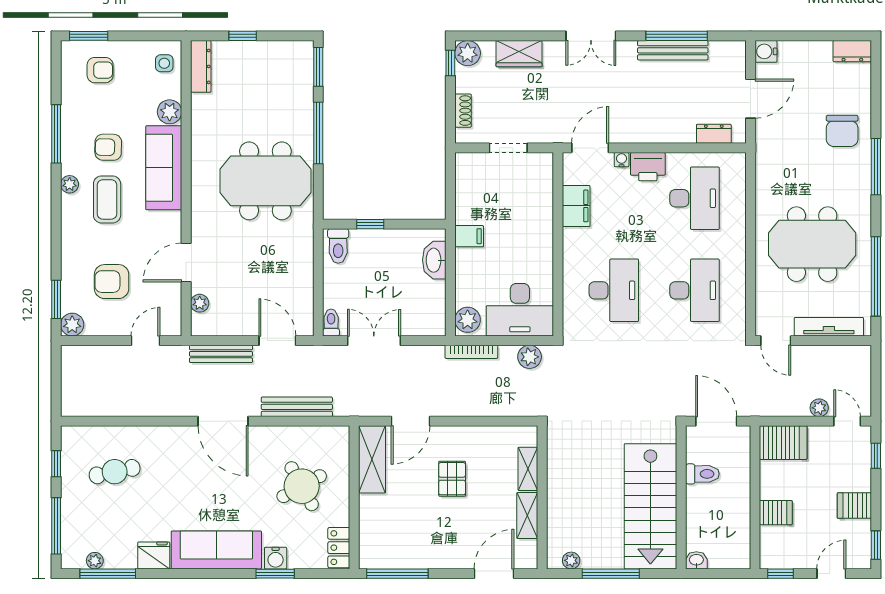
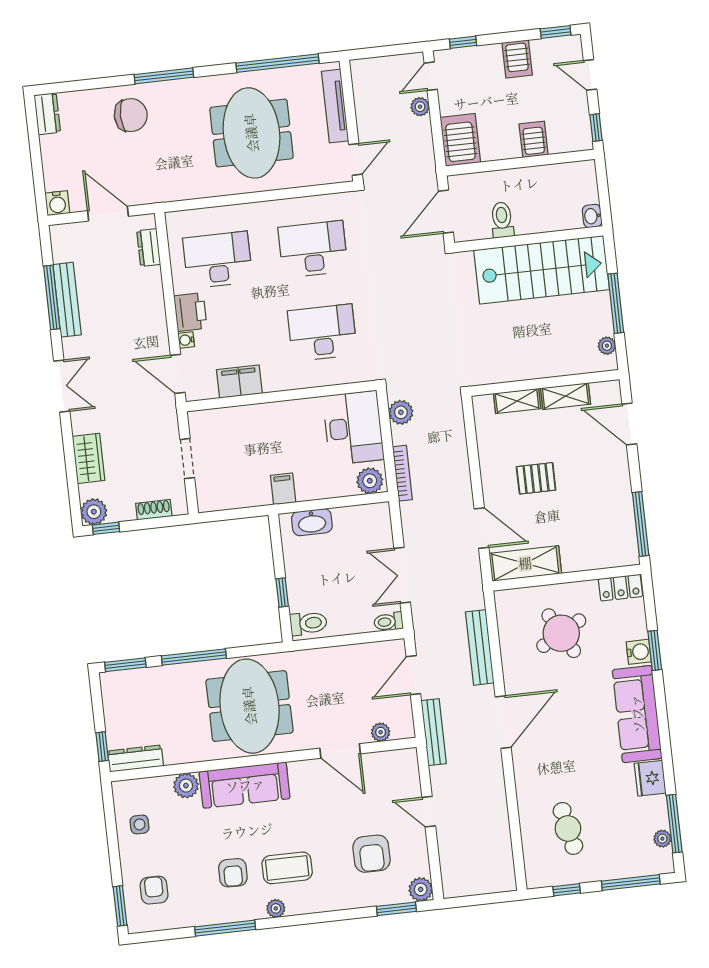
dresser: (201, 66) -> (135, 758), moved
plant: (170, 112) -> (186, 786), moved
sofa: (164, 168) -> (245, 785), moved
wall: (186, 188) -> (263, 760), moved
door: (186, 263) -> (340, 751), moved
plant: (200, 303) -> (381, 732), moved

